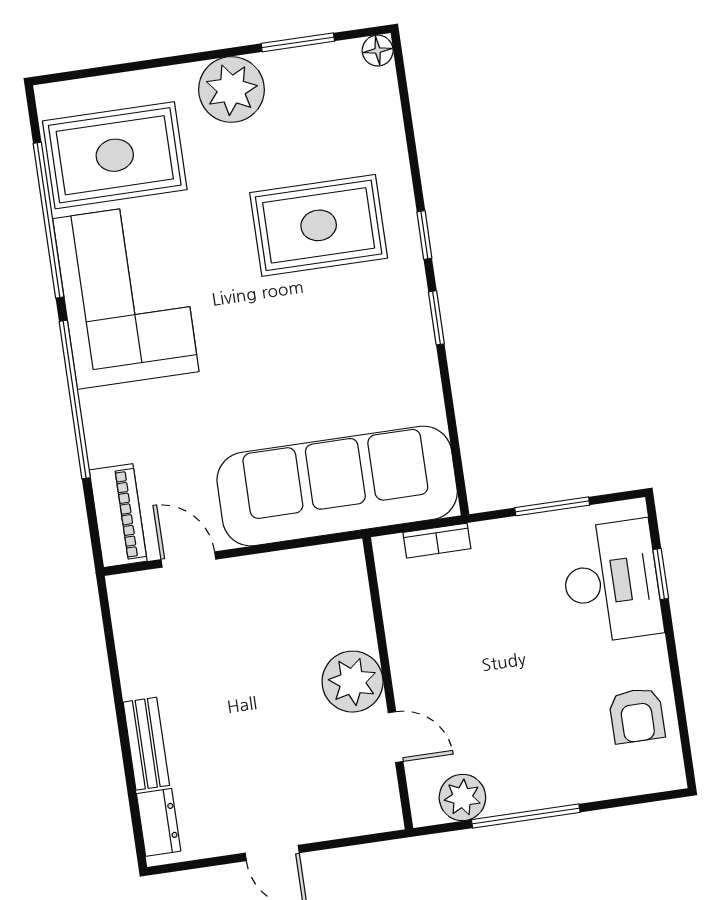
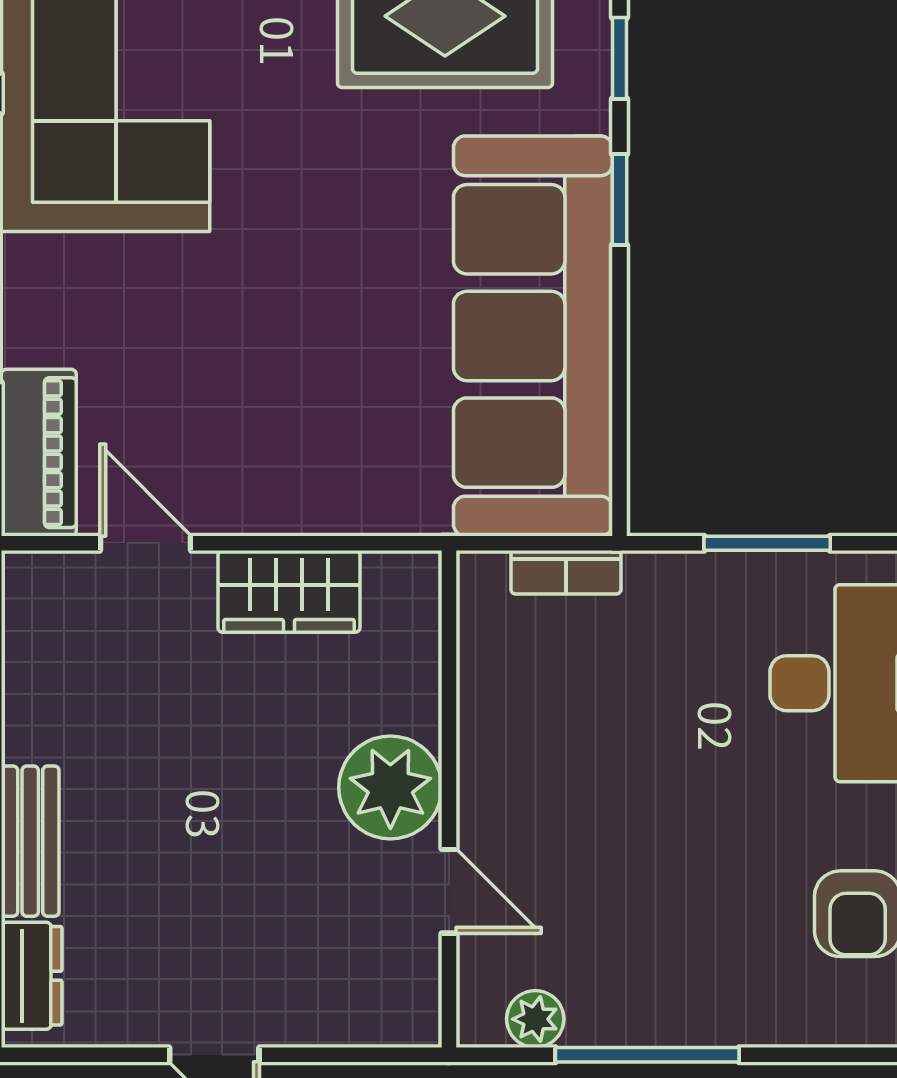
sofa: (337, 486) -> (533, 336), moved, turned -90
wardrobe: (276, 575) -> (289, 591), added
plant: (462, 797) -> (535, 1019), width x0.73, depth x0.73

